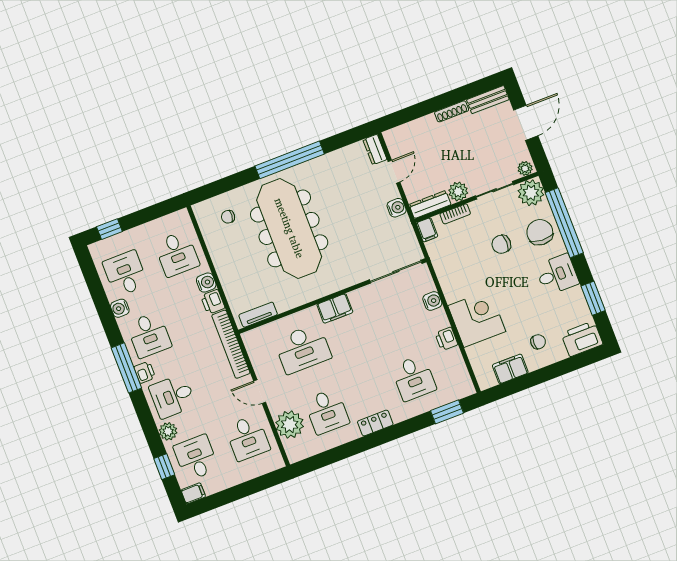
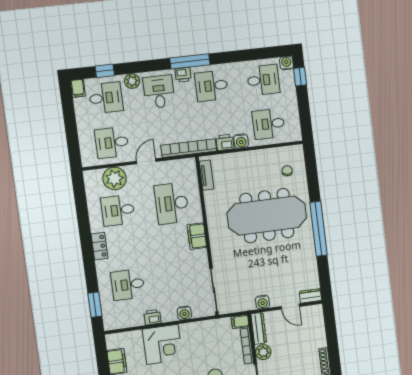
bookcase: (455, 214) -> (247, 346), width x1.56
water cooler: (120, 308) -> (286, 63), moved

